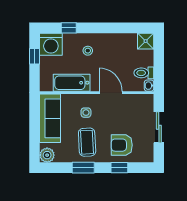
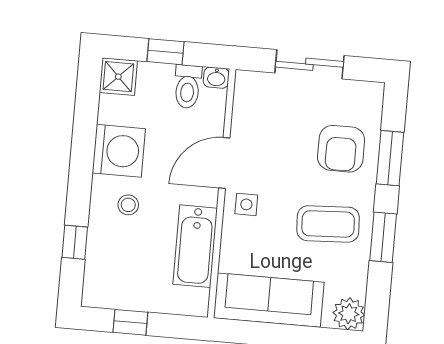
washing machine: (51, 44) -> (119, 151), moved
window: (159, 62) -> (166, 52), added
side table: (86, 113) -> (246, 204), moved
window: (119, 168) -> (390, 158), width x1.50

